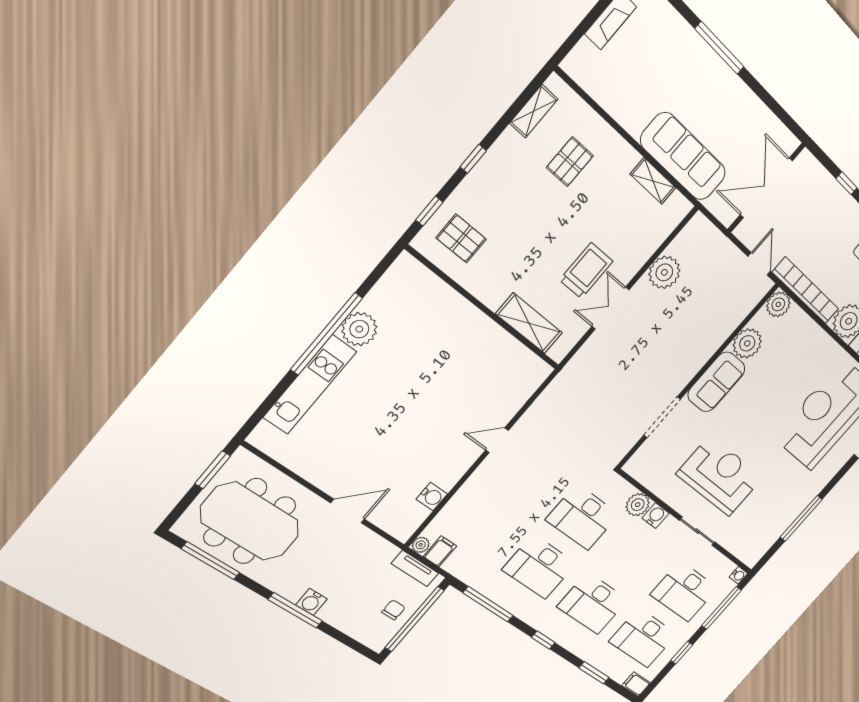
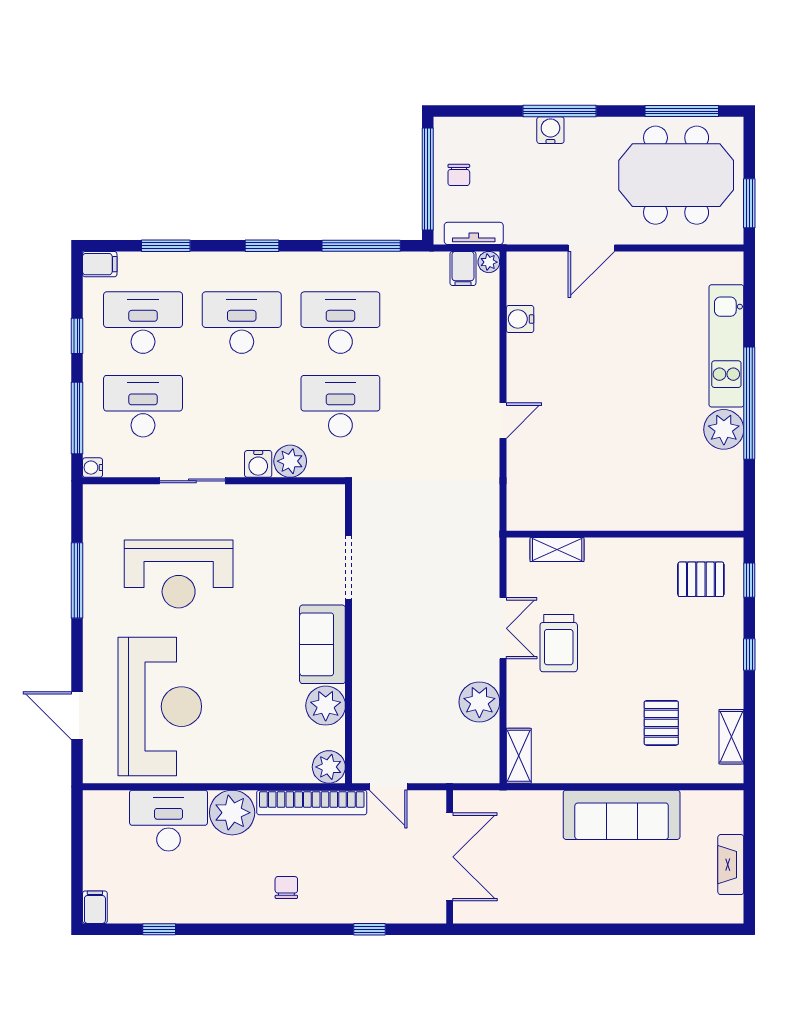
window: (719, 48) -> (612, 929), removed
sofa: (683, 157) -> (622, 815), moved
shelving: (653, 181) -> (519, 756), moved, turned 90
shelving: (529, 323) -> (557, 550), width x0.67, depth x0.75
reception desk: (720, 476) -> (179, 574), moved

